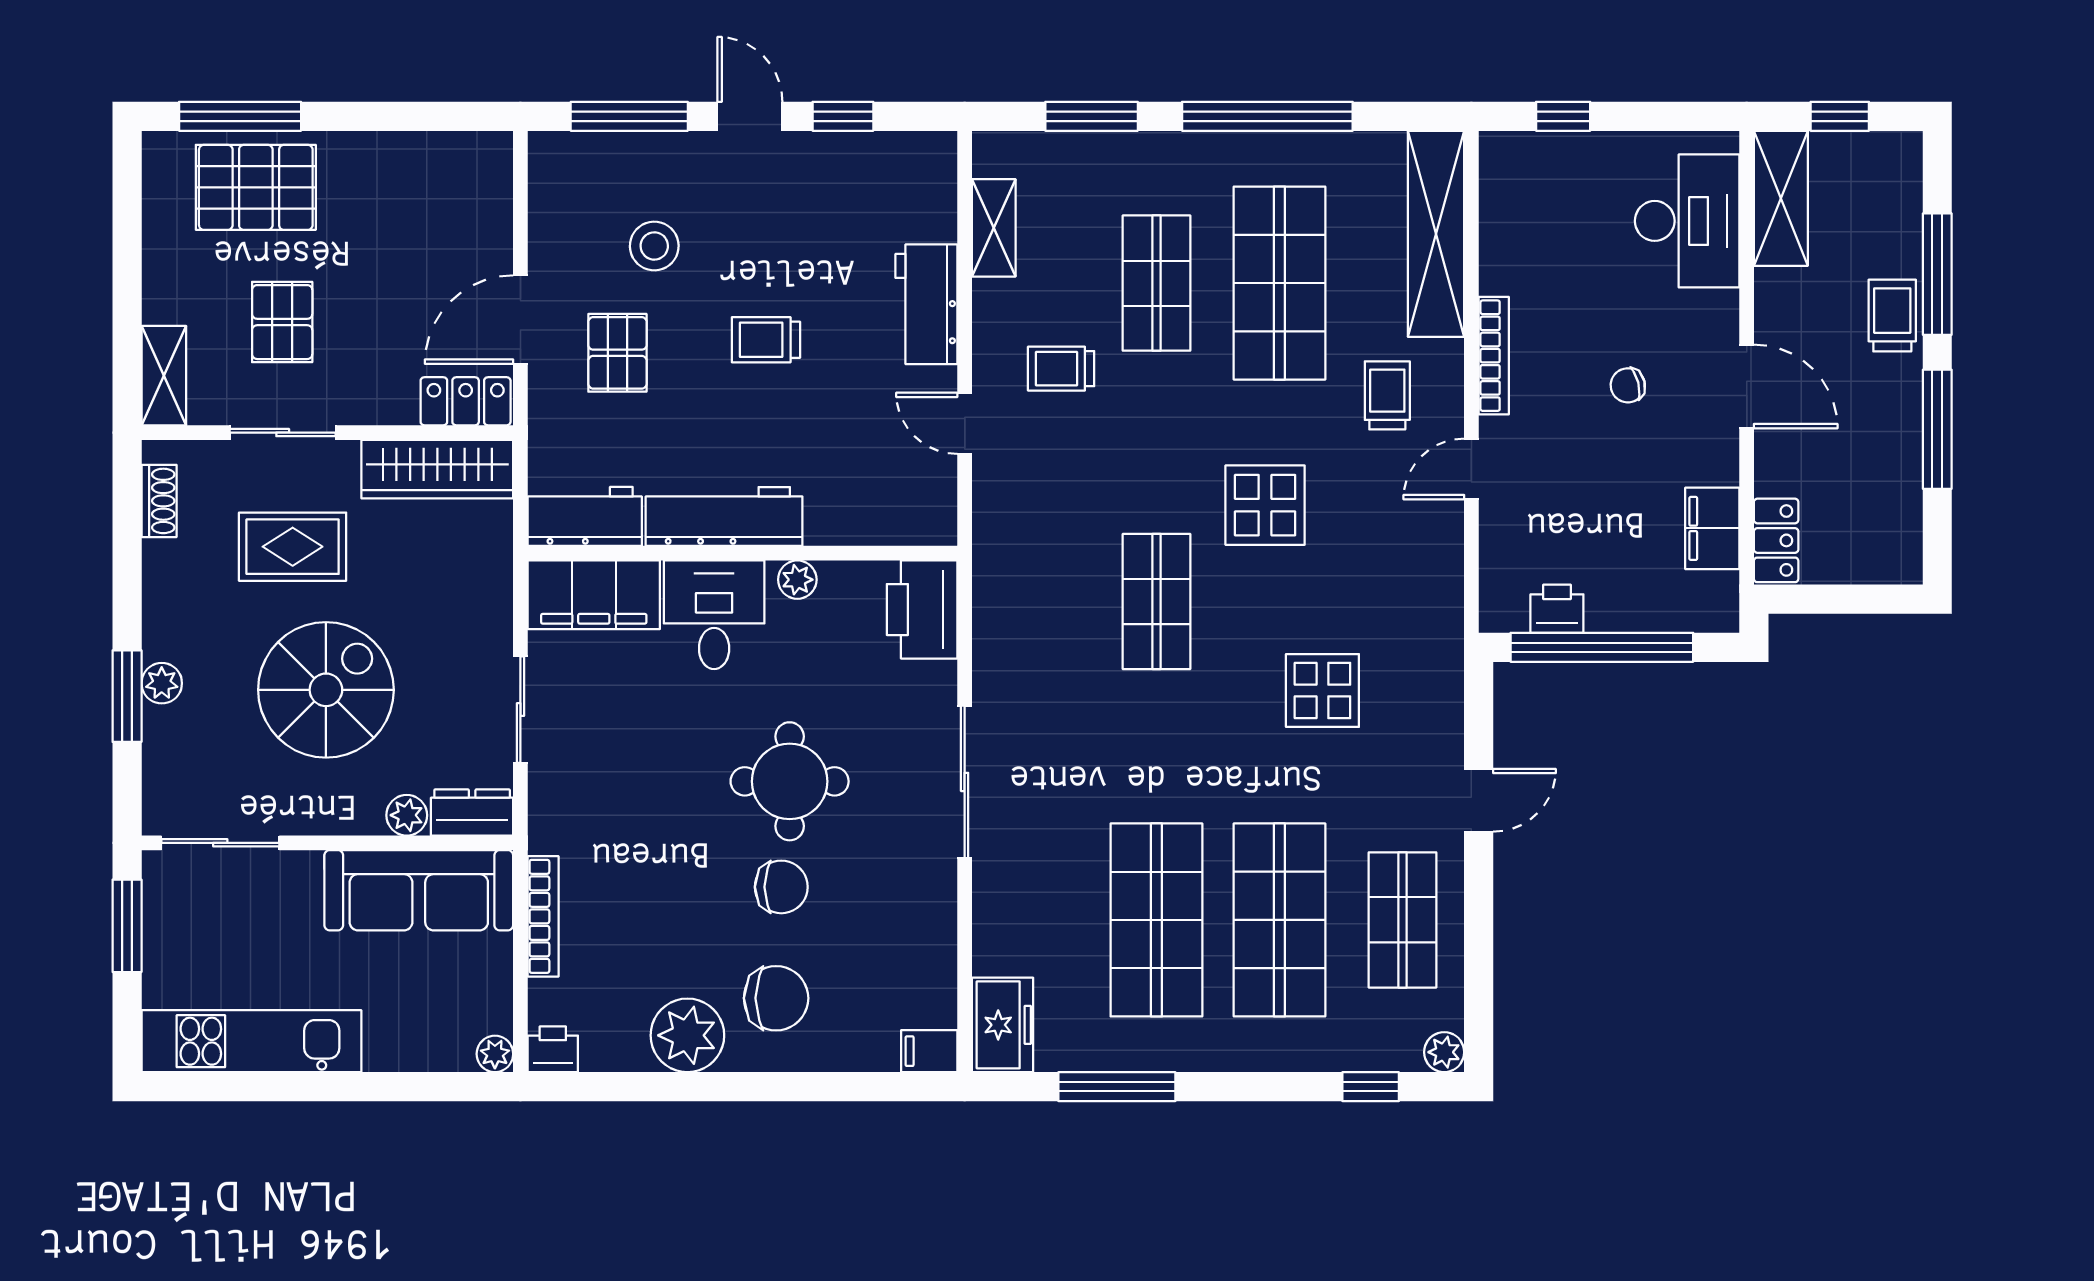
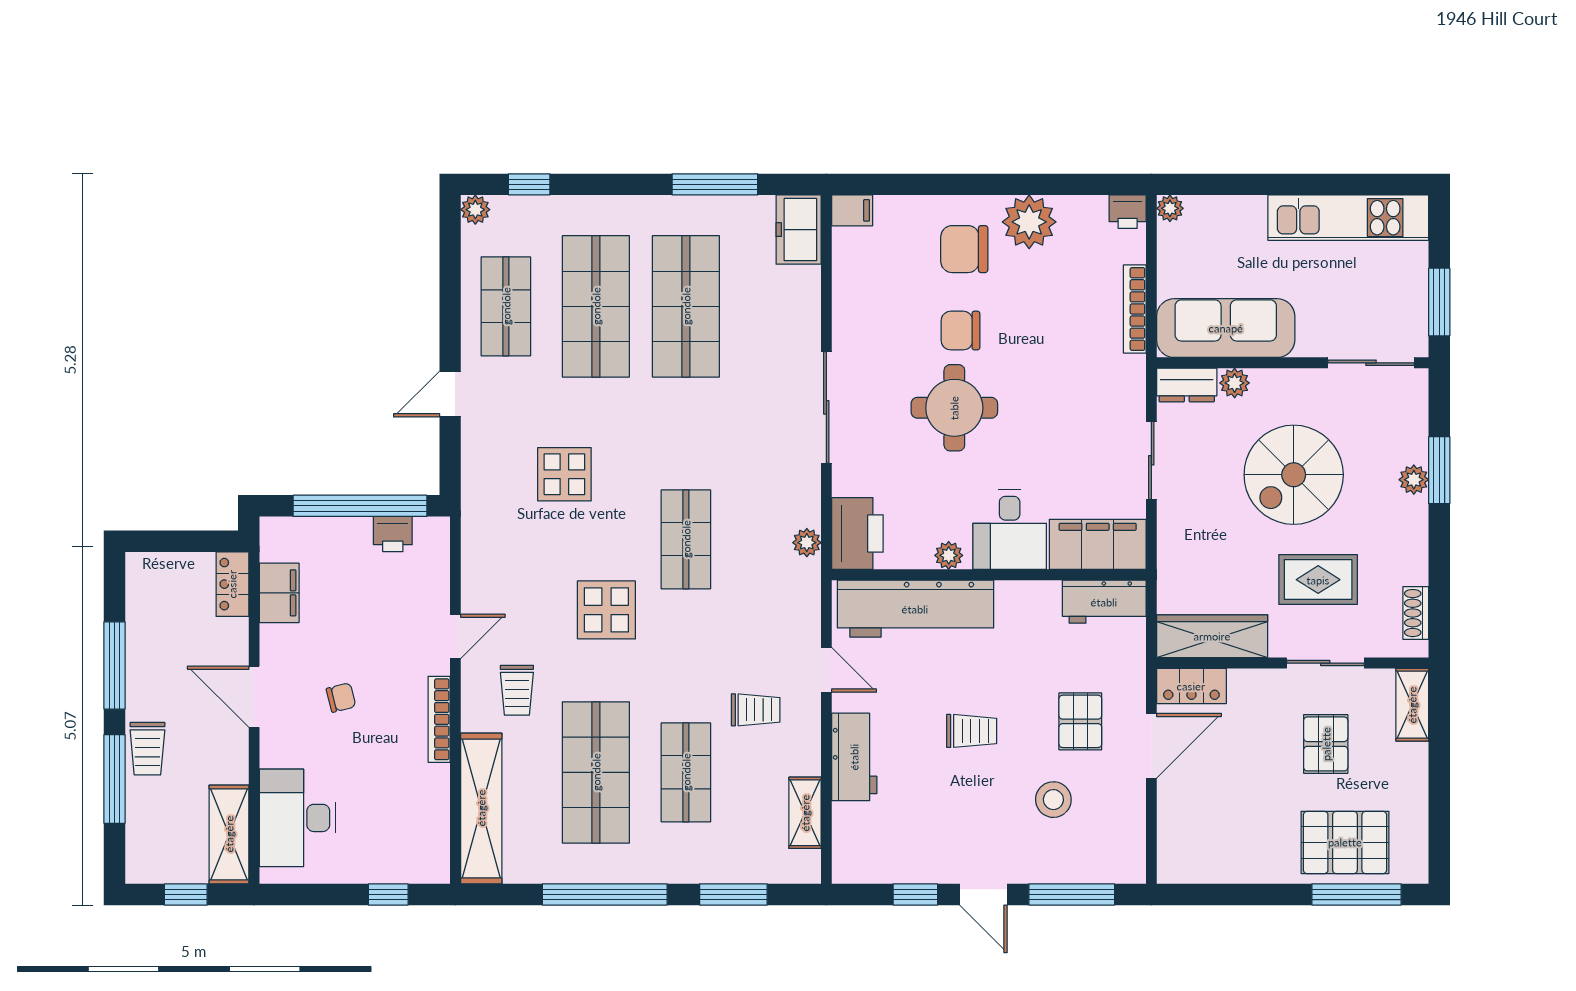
workbench: (724, 517) -> (915, 609), moved, width x1.36, depth x1.32
plant: (991, 597) -> (807, 543), added

